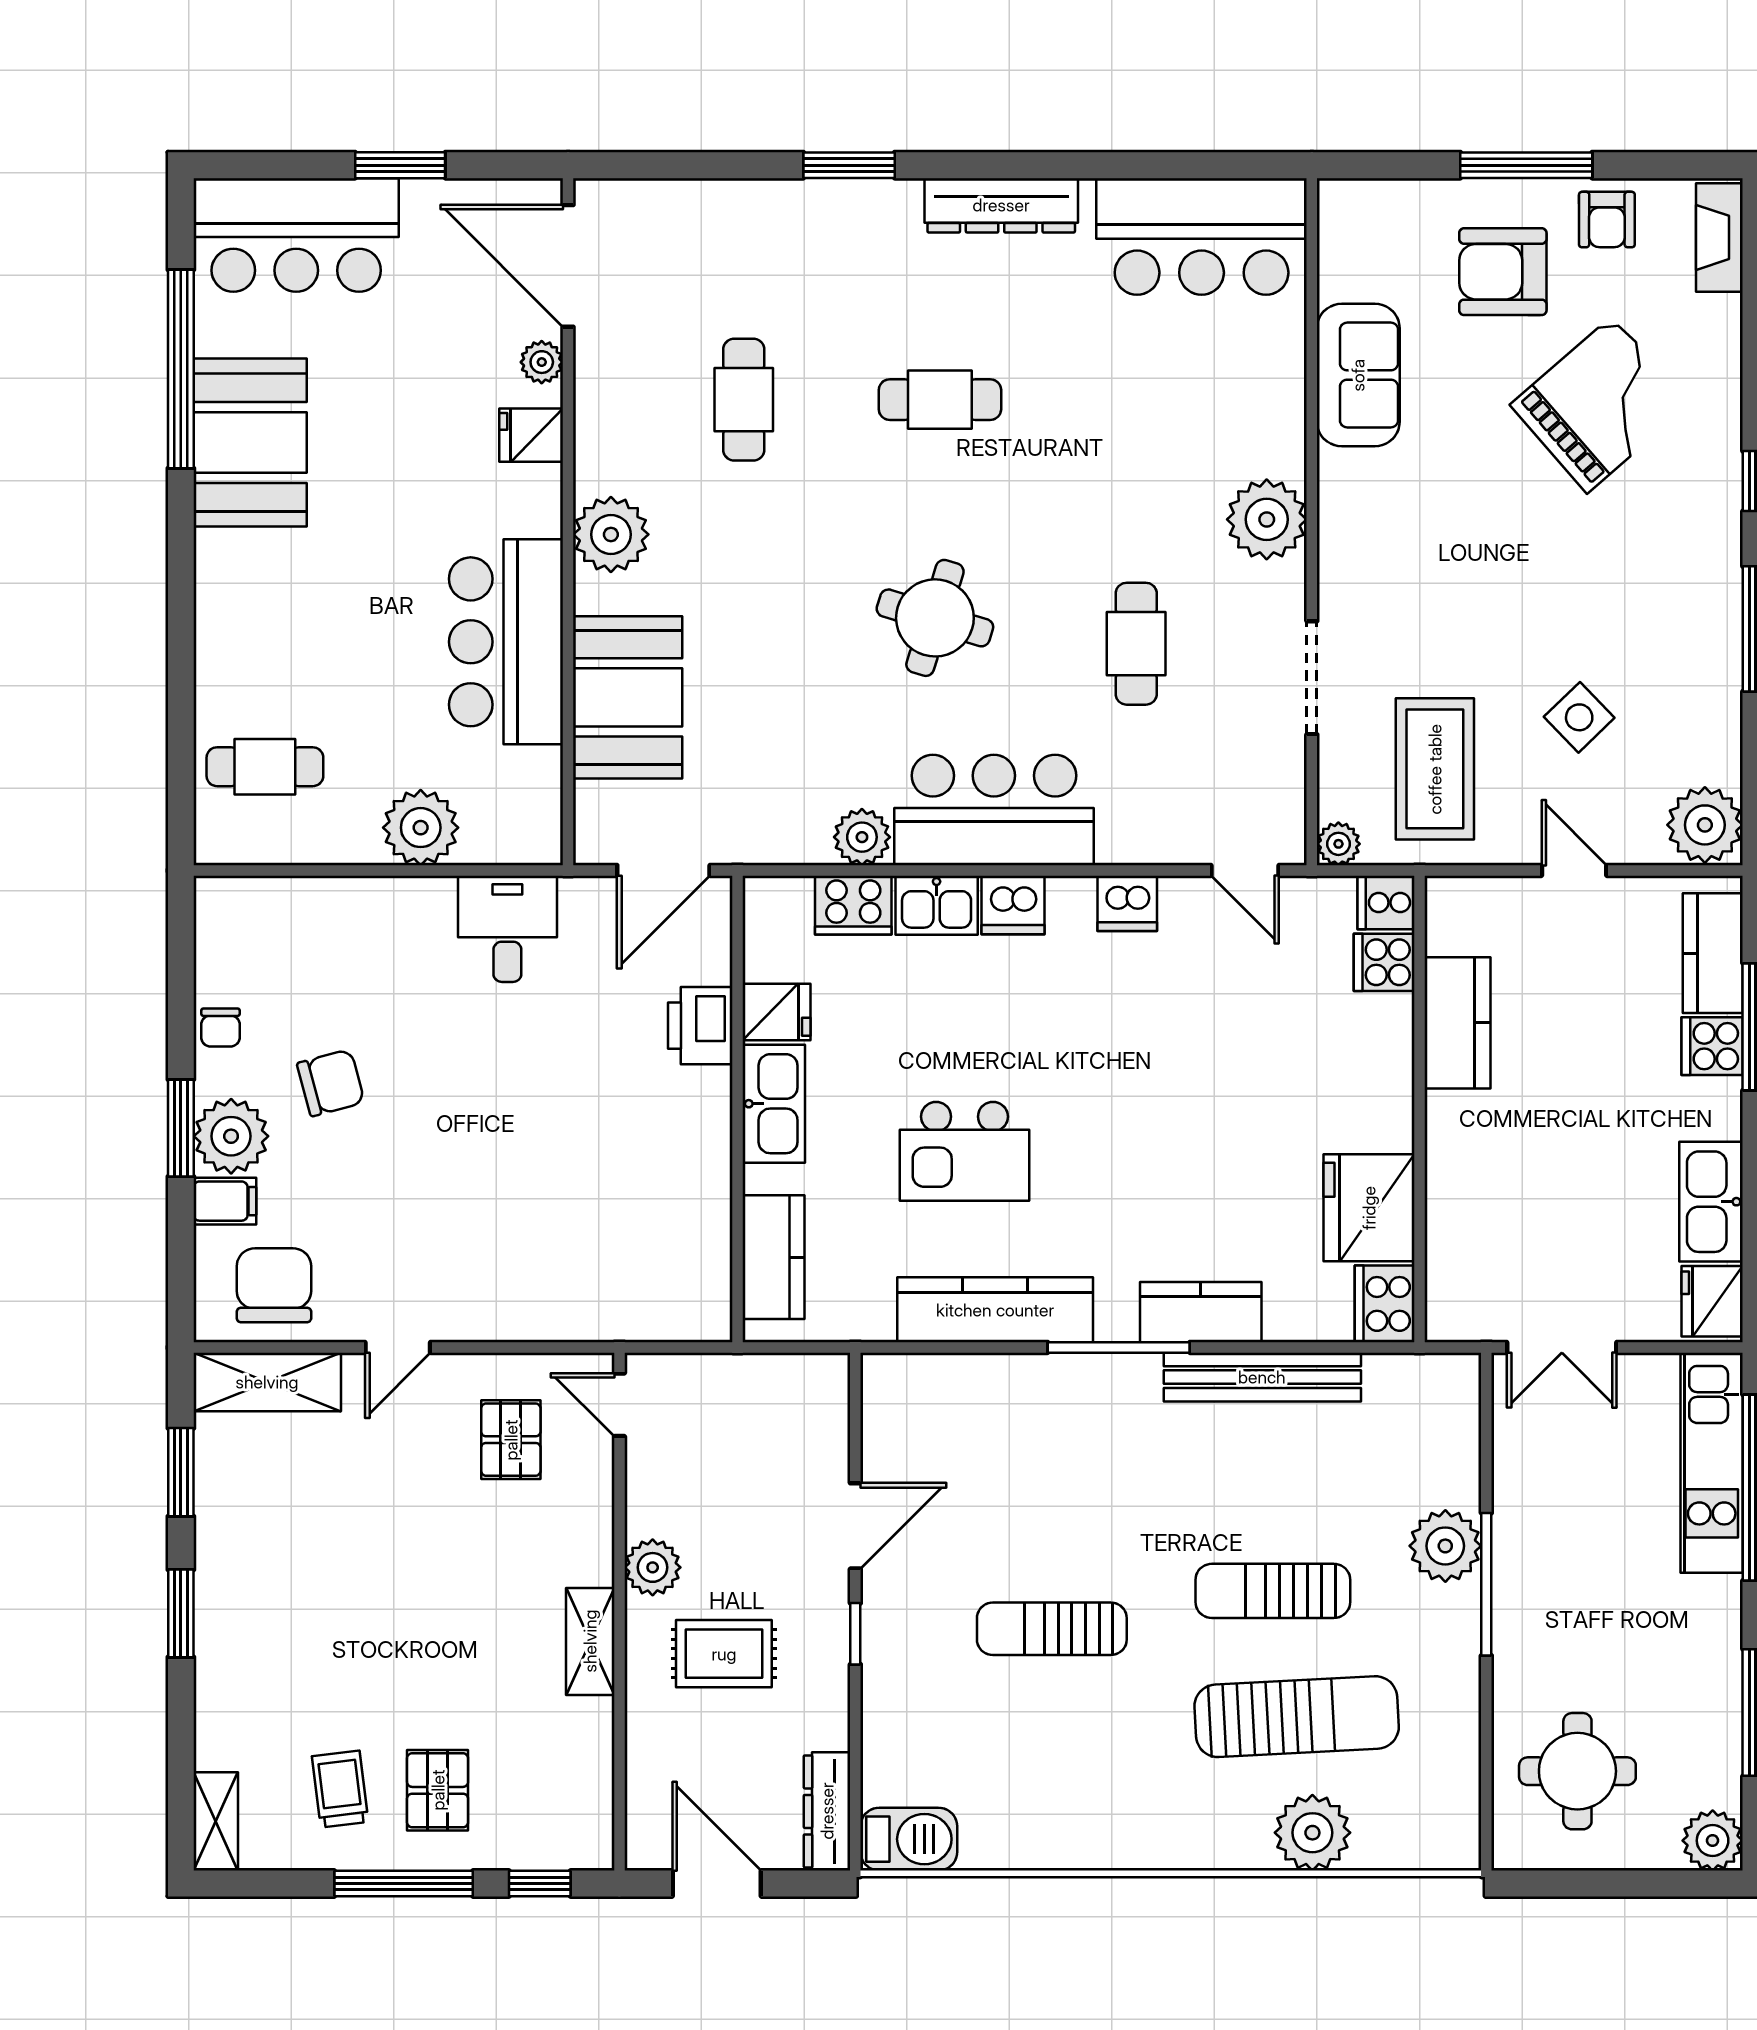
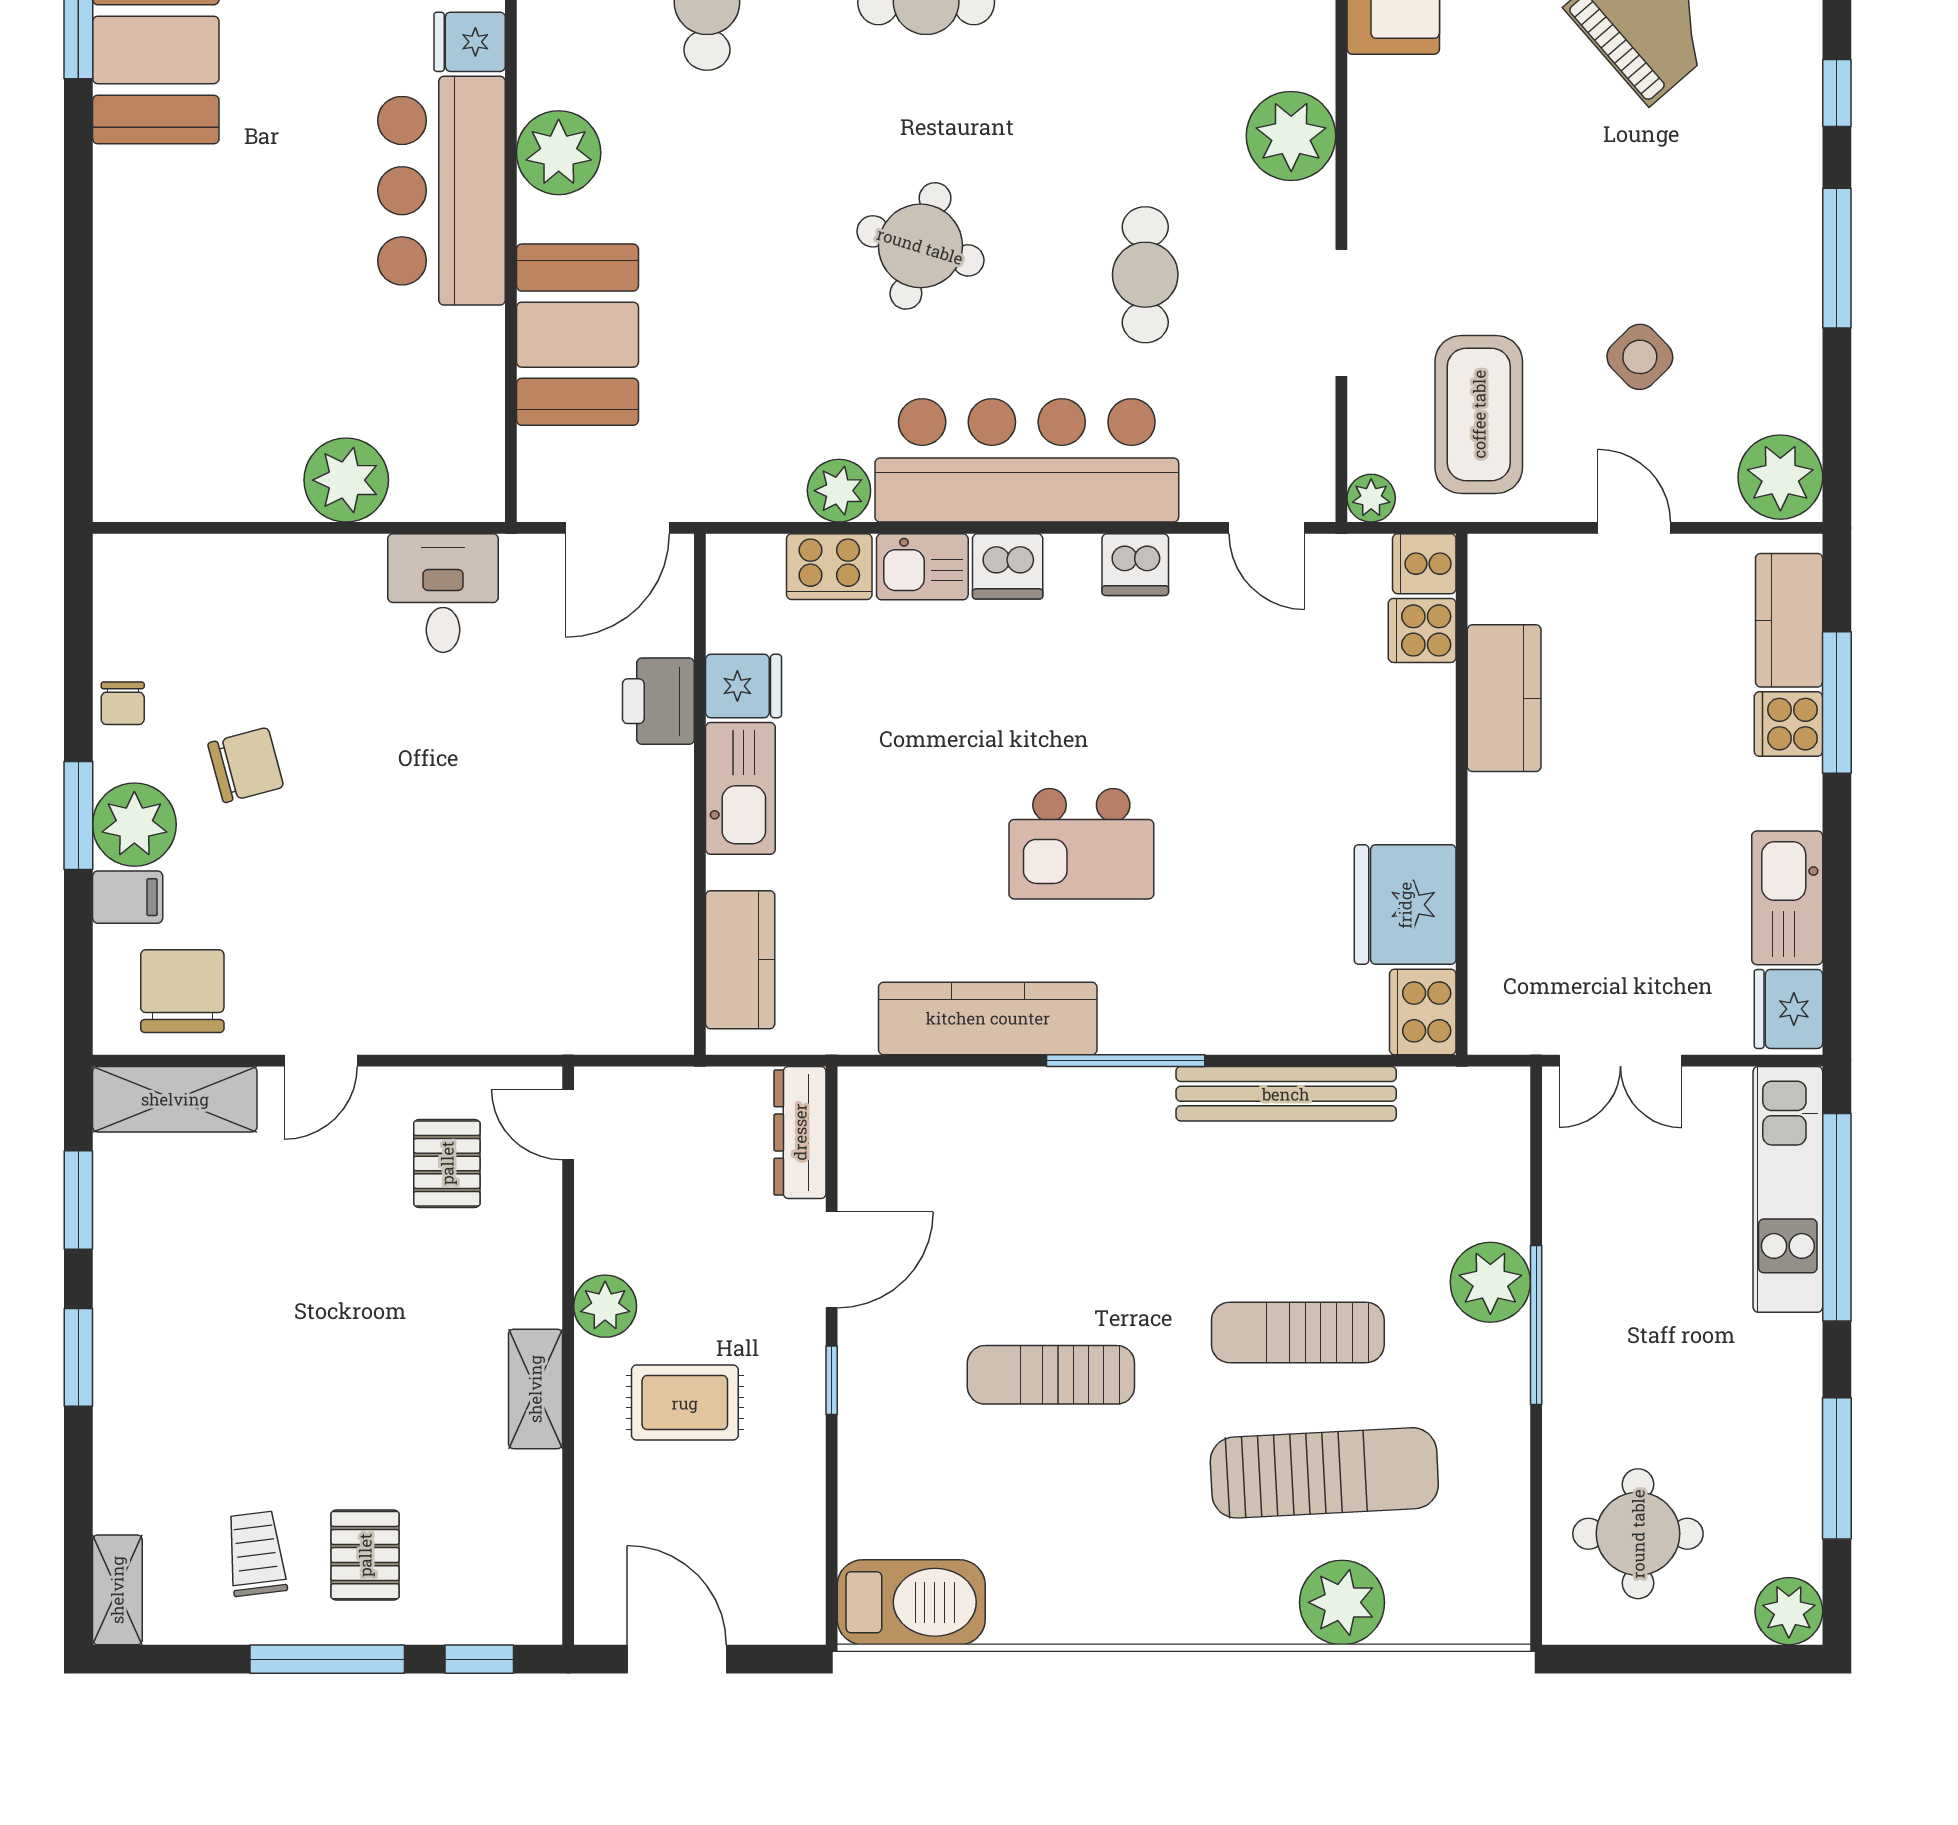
bar counter: (506, 642) -> (441, 191), moved
cafe table: (265, 767) -> (172, 412), removed
bar counter: (994, 810) -> (1027, 460), width x1.36
kitchen island: (965, 1151) -> (1081, 844), moved
kitchen counter: (1201, 1312) -> (1217, 1021), removed
dresser: (827, 1811) -> (800, 1132), moved
barbecue: (909, 1839) -> (911, 1602), width x1.37, depth x1.21

